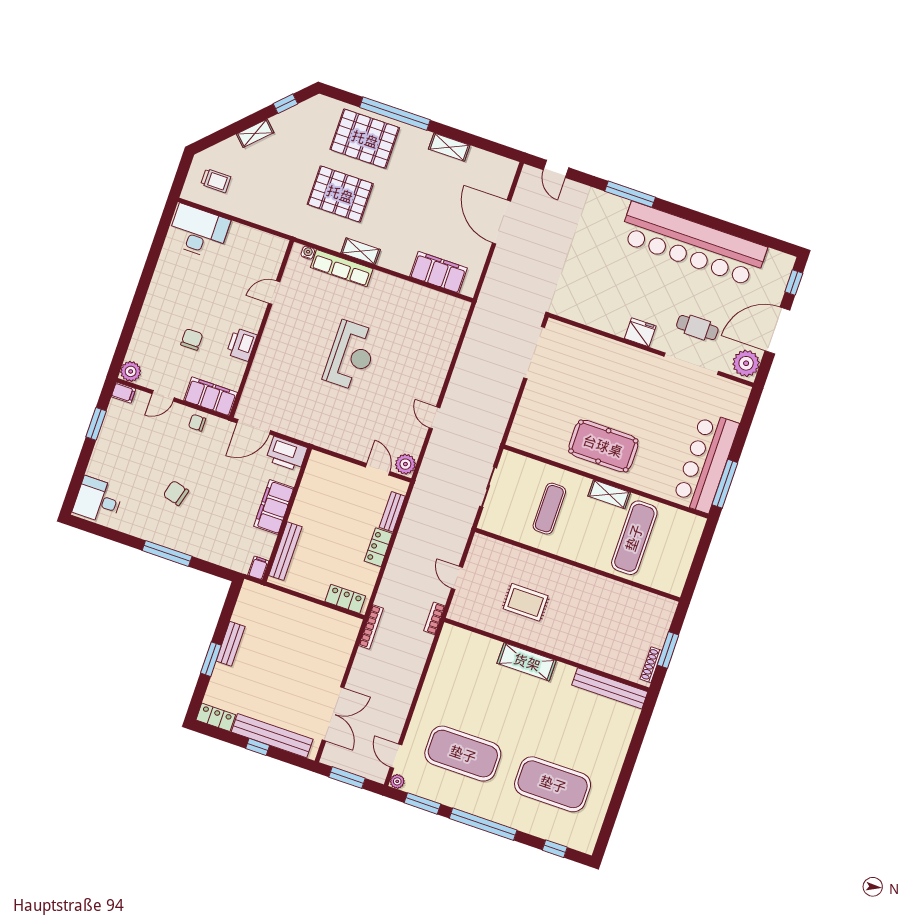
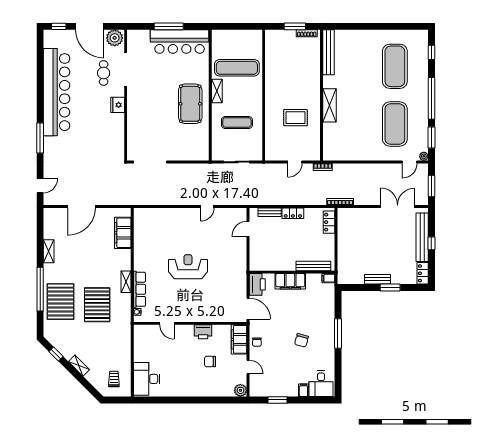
filing cabinet: (123, 393) -> (303, 390), moved
plant: (405, 464) -> (240, 214), removed
window: (725, 484) -> (169, 26), moved
rug: (526, 602) -> (295, 118), turned 90

